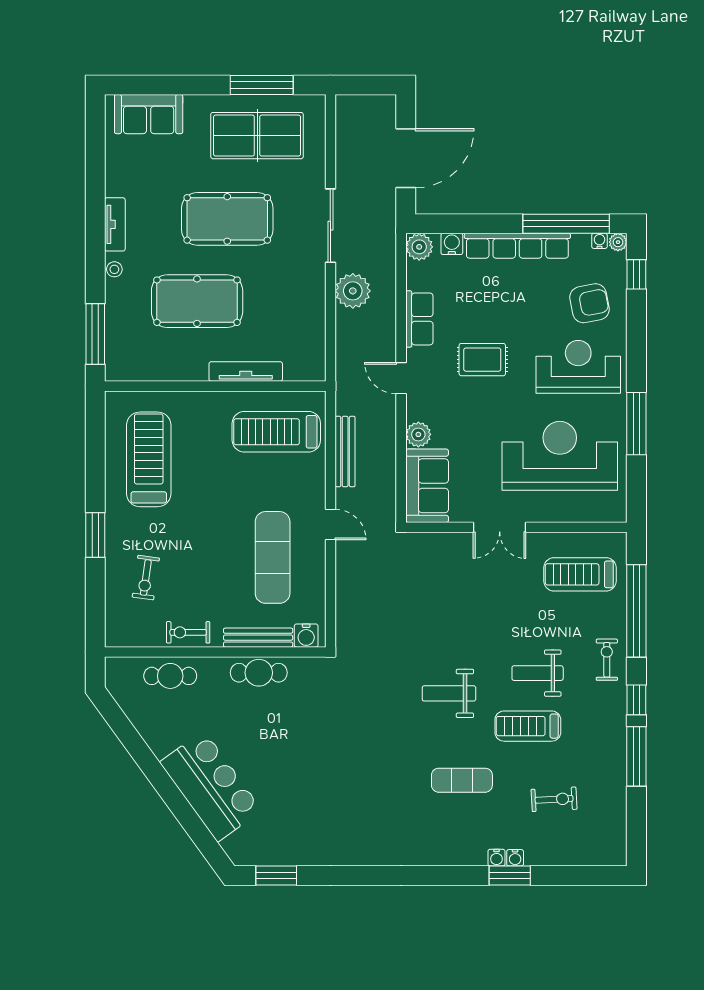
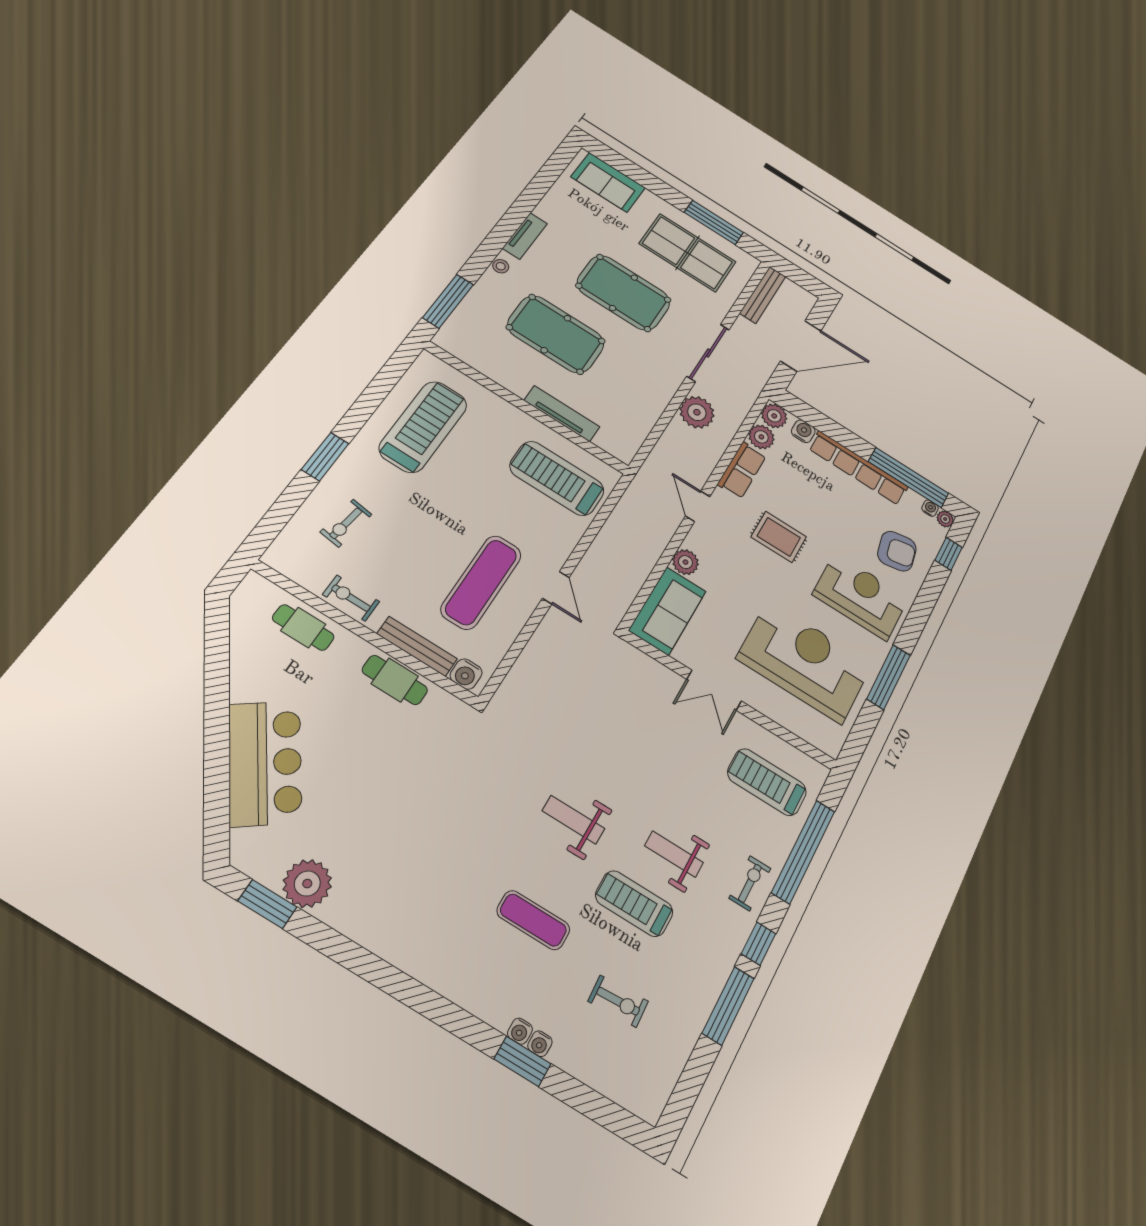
plant: (419, 275) -> (761, 437), added
bench: (345, 452) -> (763, 295), moved
plant: (293, 847) -> (307, 884), added

